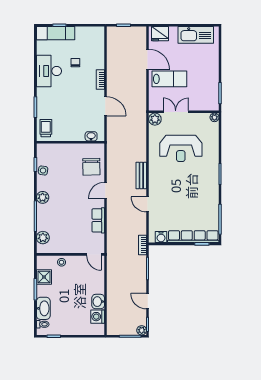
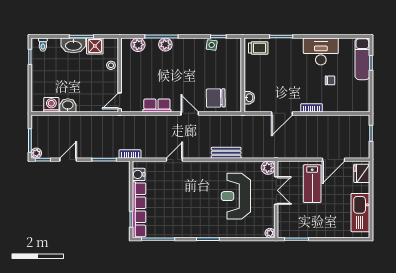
bench: (141, 176) -> (226, 153), moved
plant: (43, 197) -> (165, 44), moved
washbasin: (43, 308) -> (73, 45), moved

